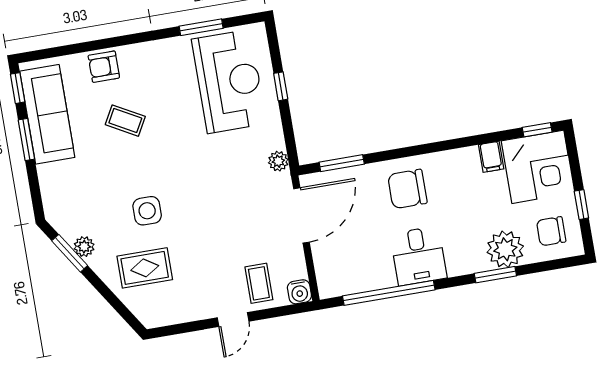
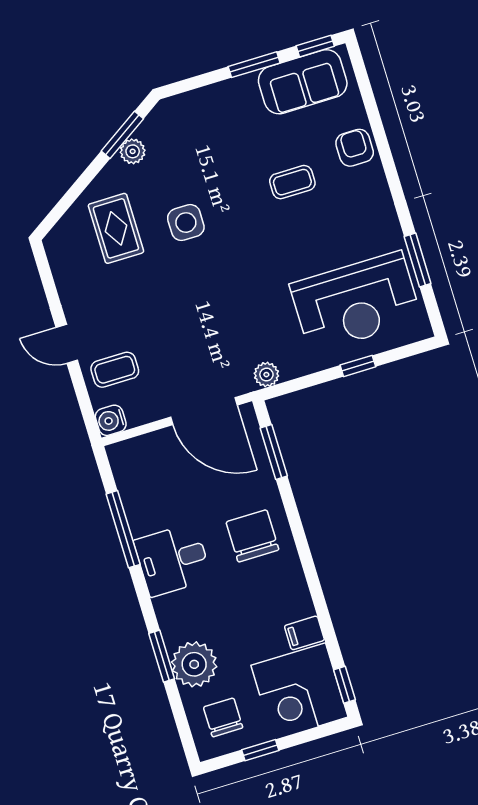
sofa: (47, 114) -> (303, 82), width x0.73
coffee table: (125, 121) -> (292, 182), turned 61
window: (389, 293) -> (123, 529), width x0.68

